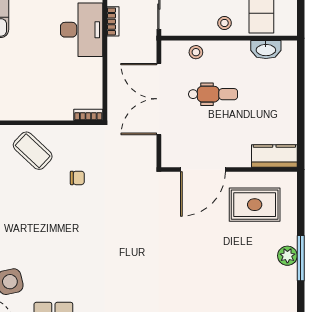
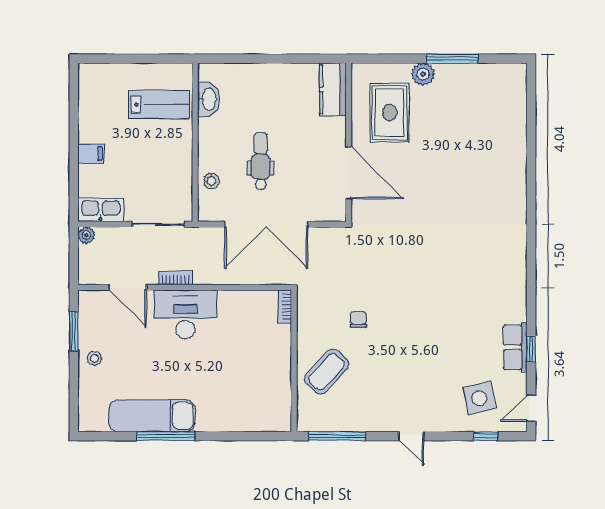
stool: (224, 23) -> (178, 148), removed
plant: (287, 256) -> (423, 74), moved

